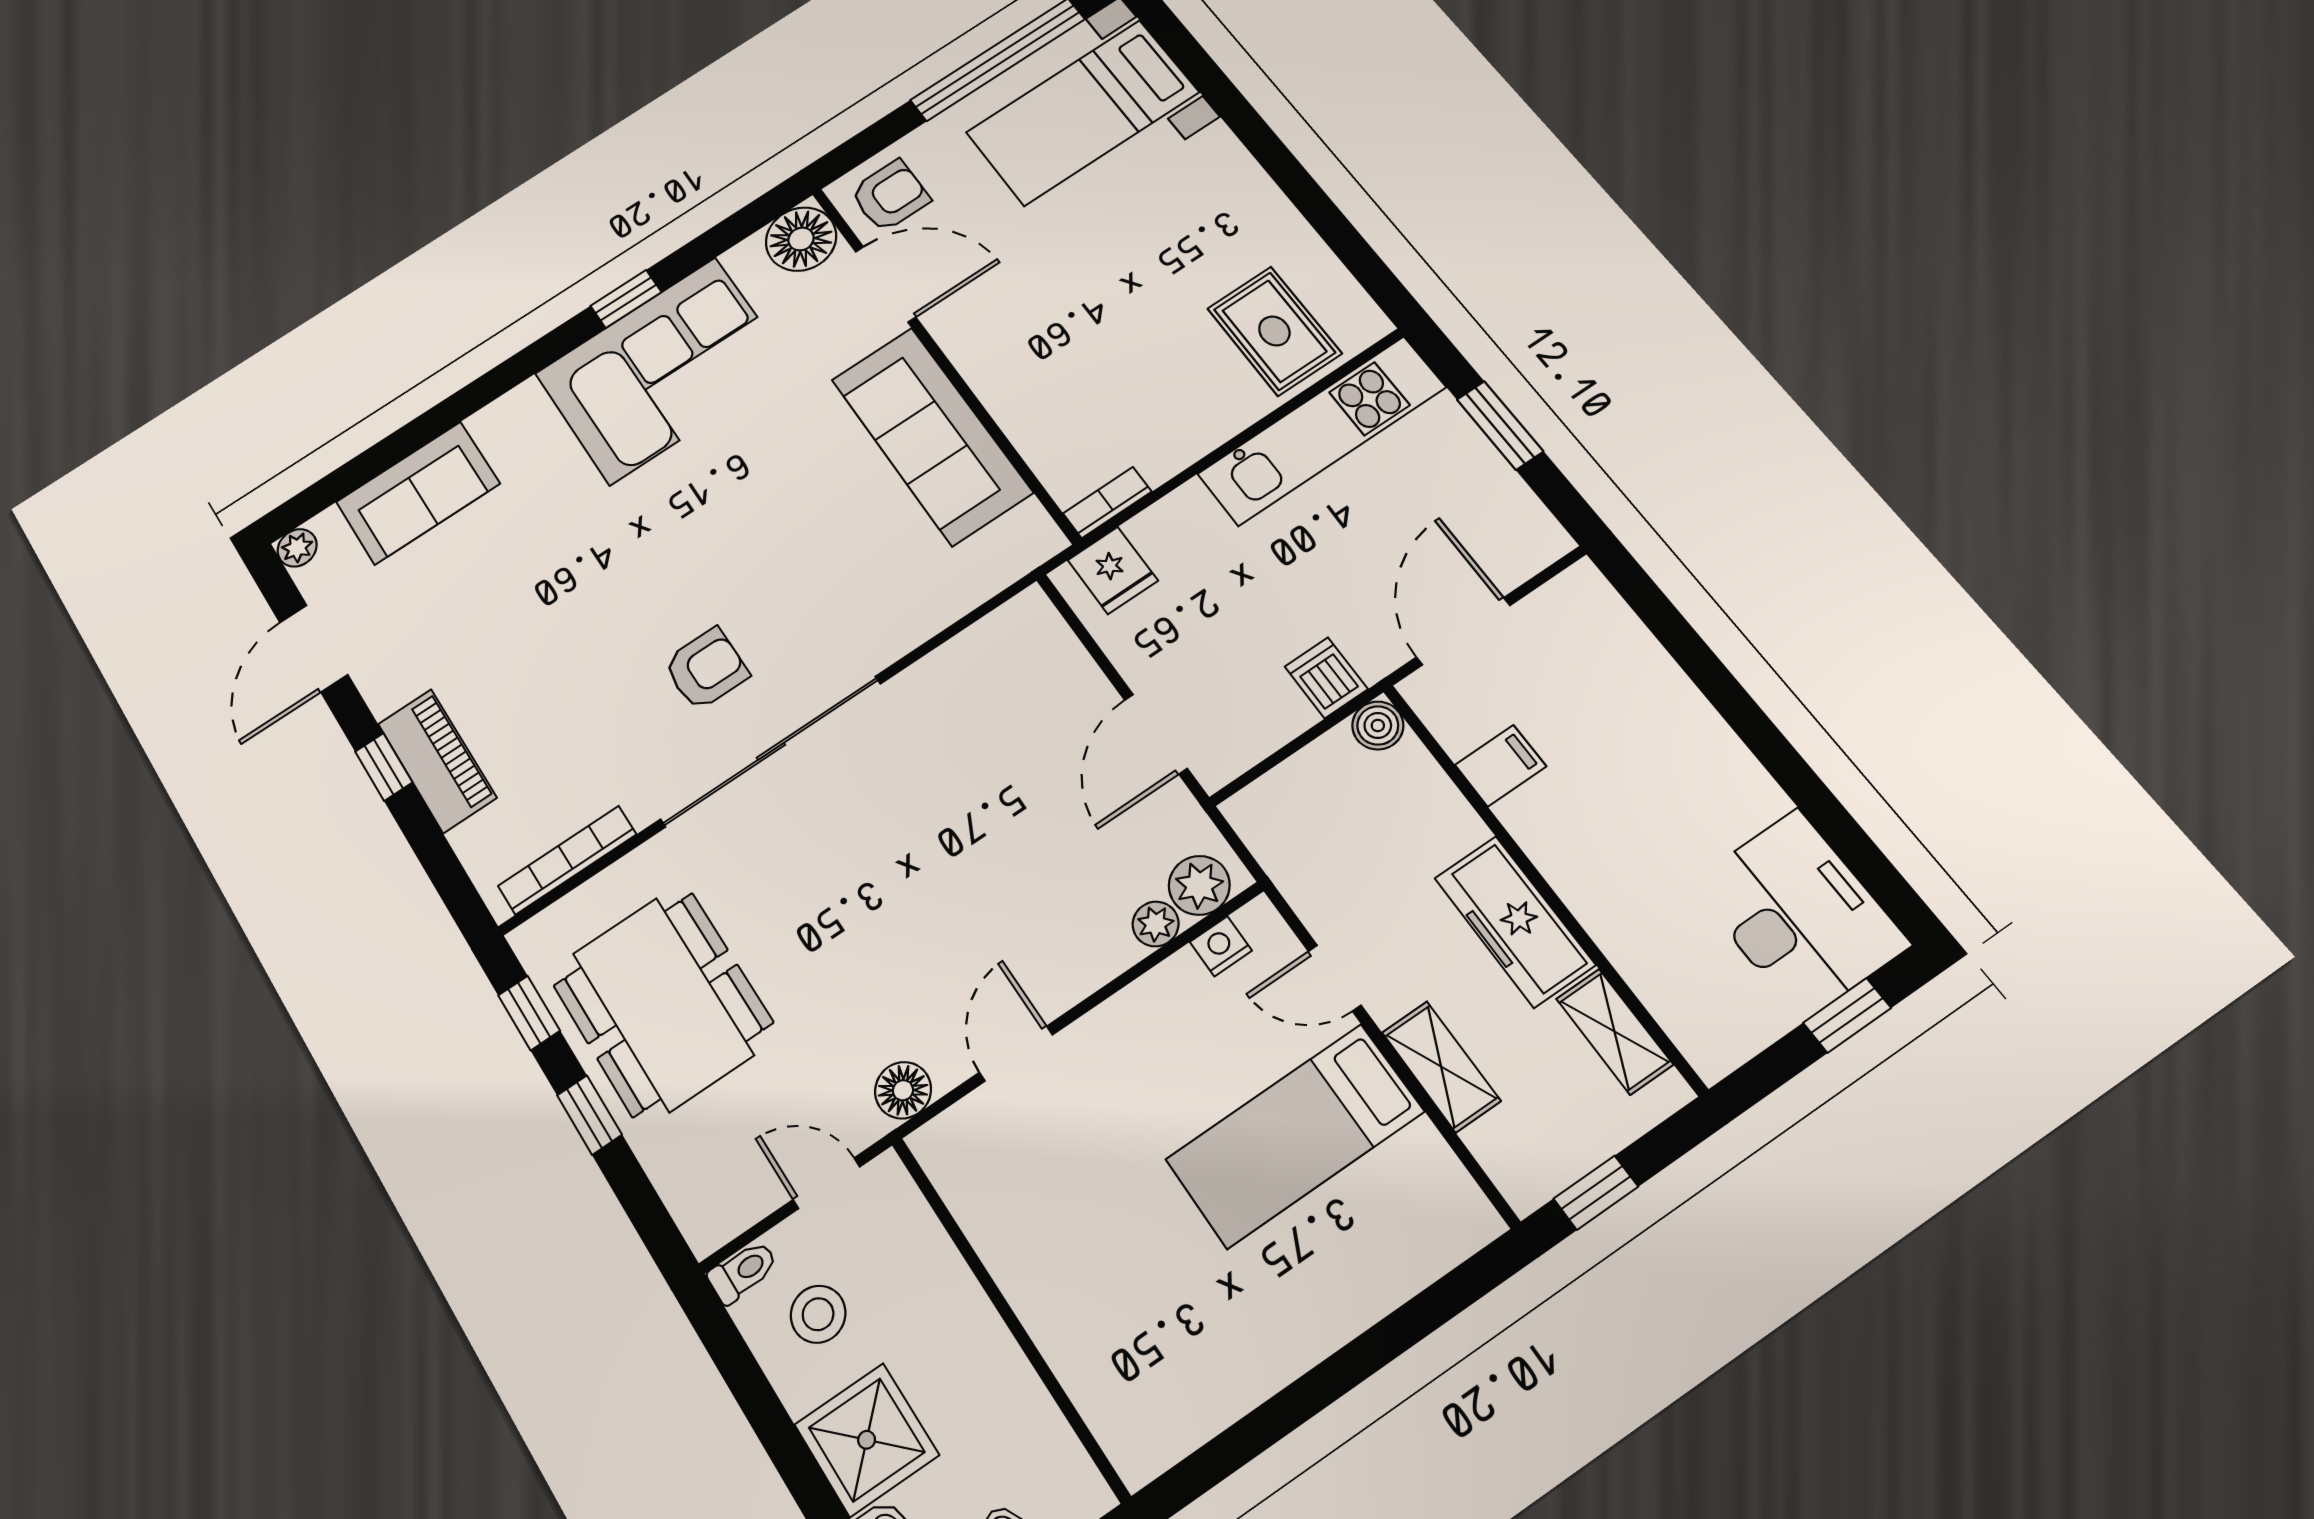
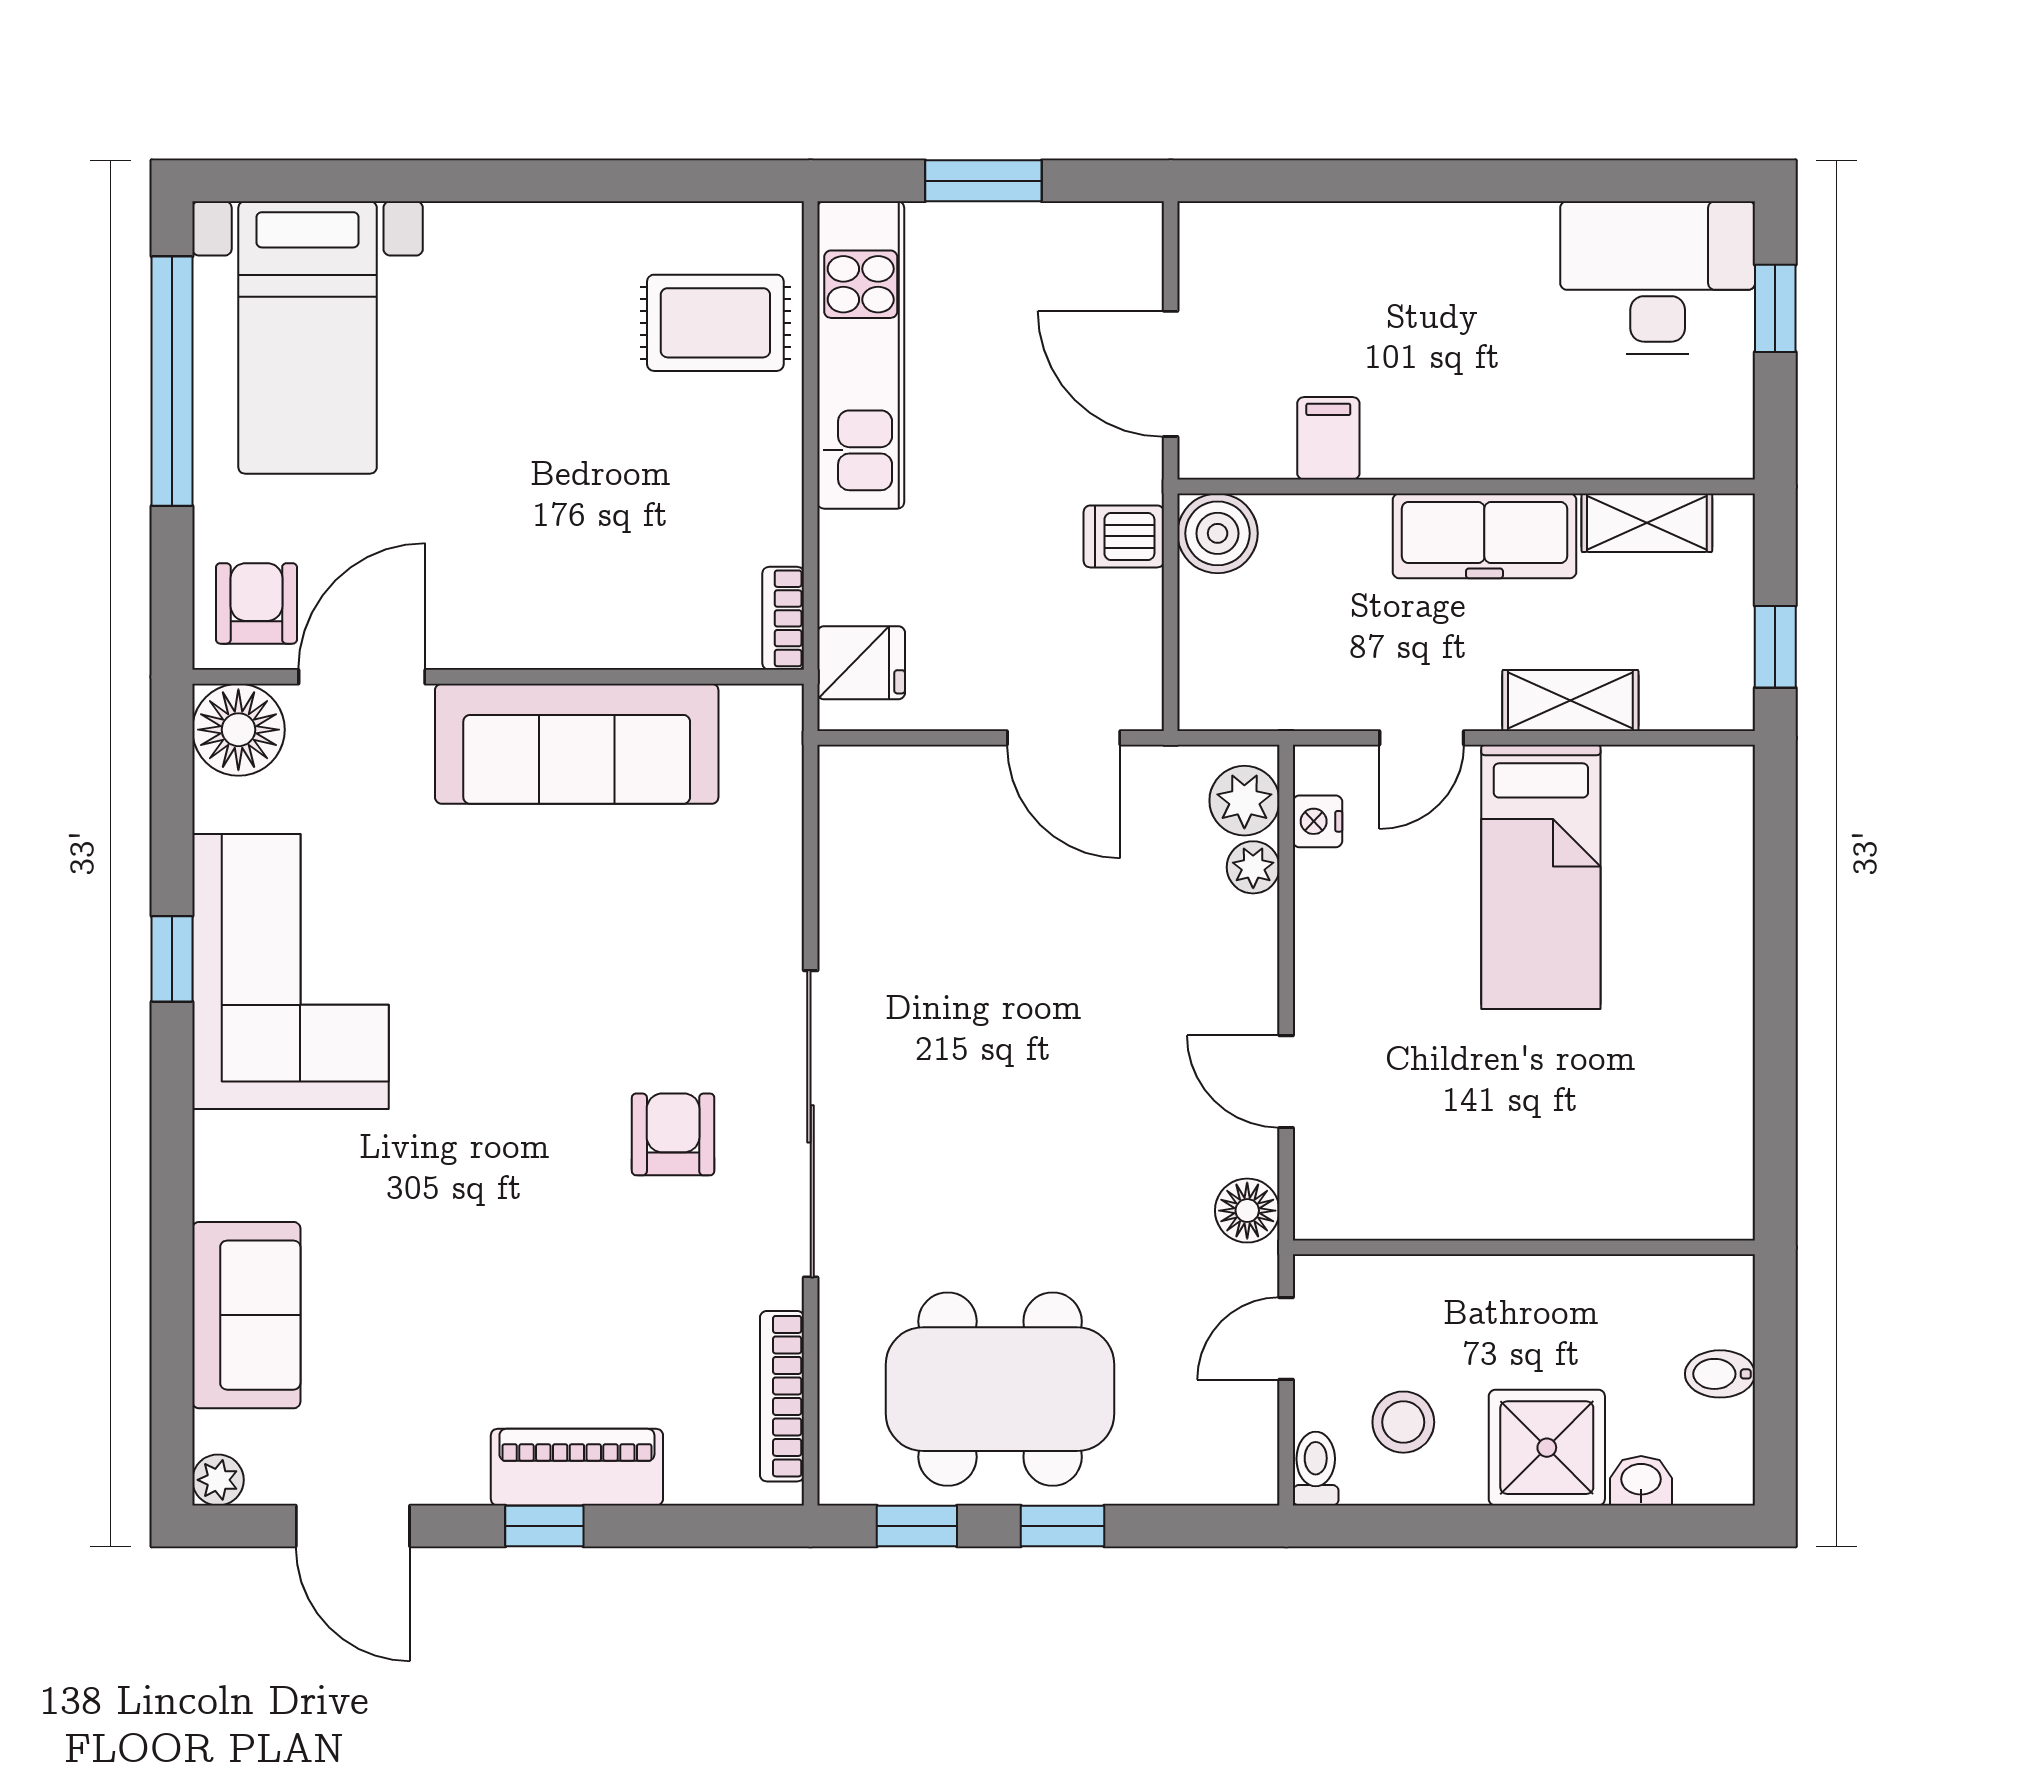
boiler: (1378, 725) -> (1218, 533), width x1.36, depth x1.36

